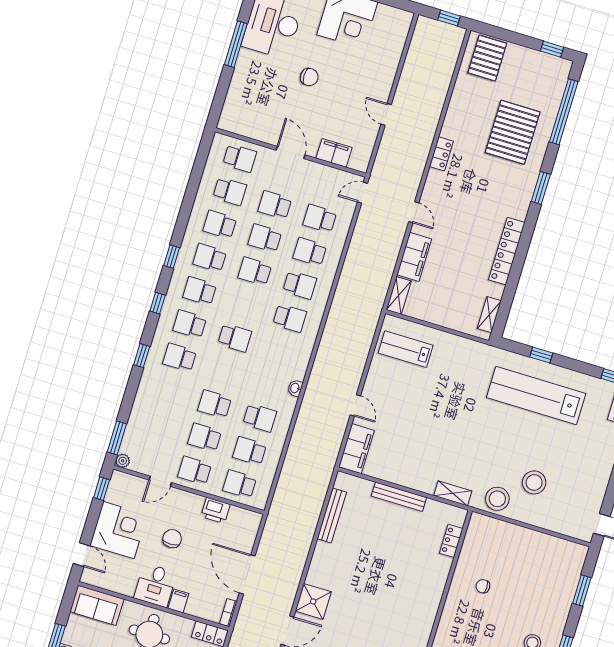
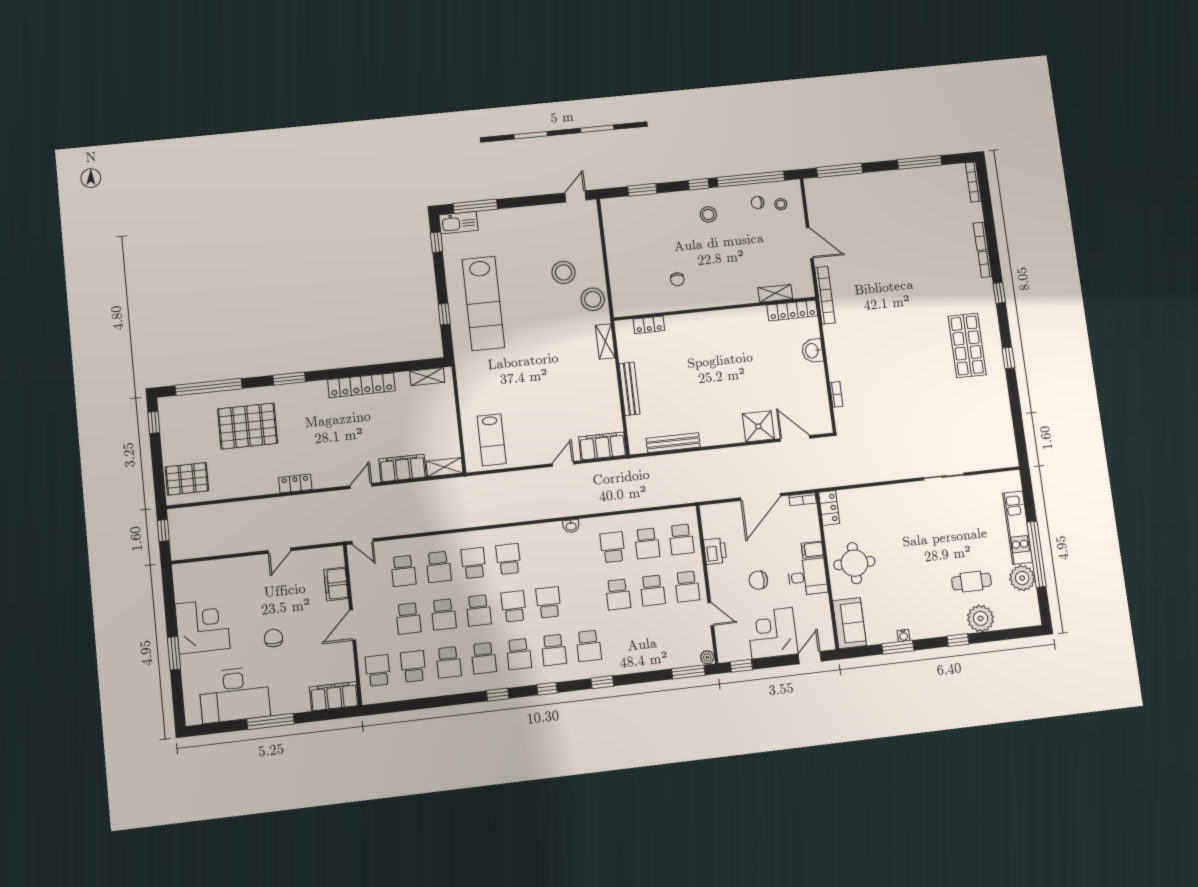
filing cabinet: (234, 110) -> (334, 696), added
school desk: (245, 305) -> (514, 606), added

